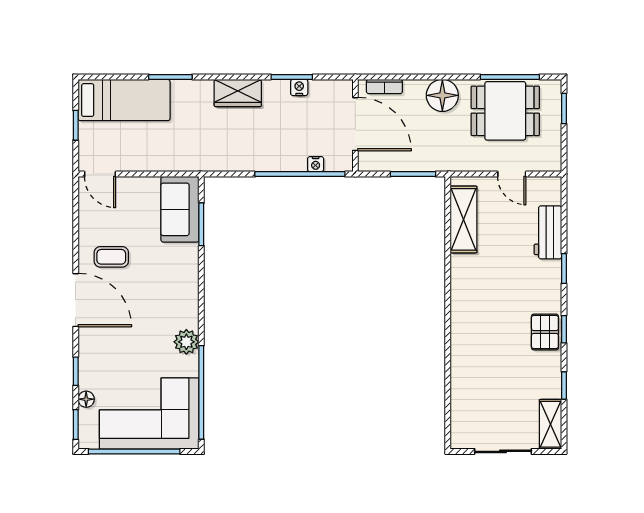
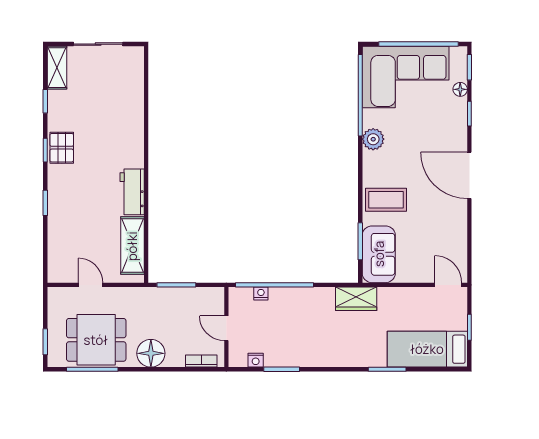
nightstand: (299, 87) -> (256, 360), moved
wardrobe: (238, 93) -> (356, 299), moved, turned 180
door: (355, 124) -> (226, 328), width x0.53
workbench: (548, 232) -> (132, 192), moved, turned 180
coffee table: (111, 257) -> (386, 200), moved, width x1.36, depth x1.30

